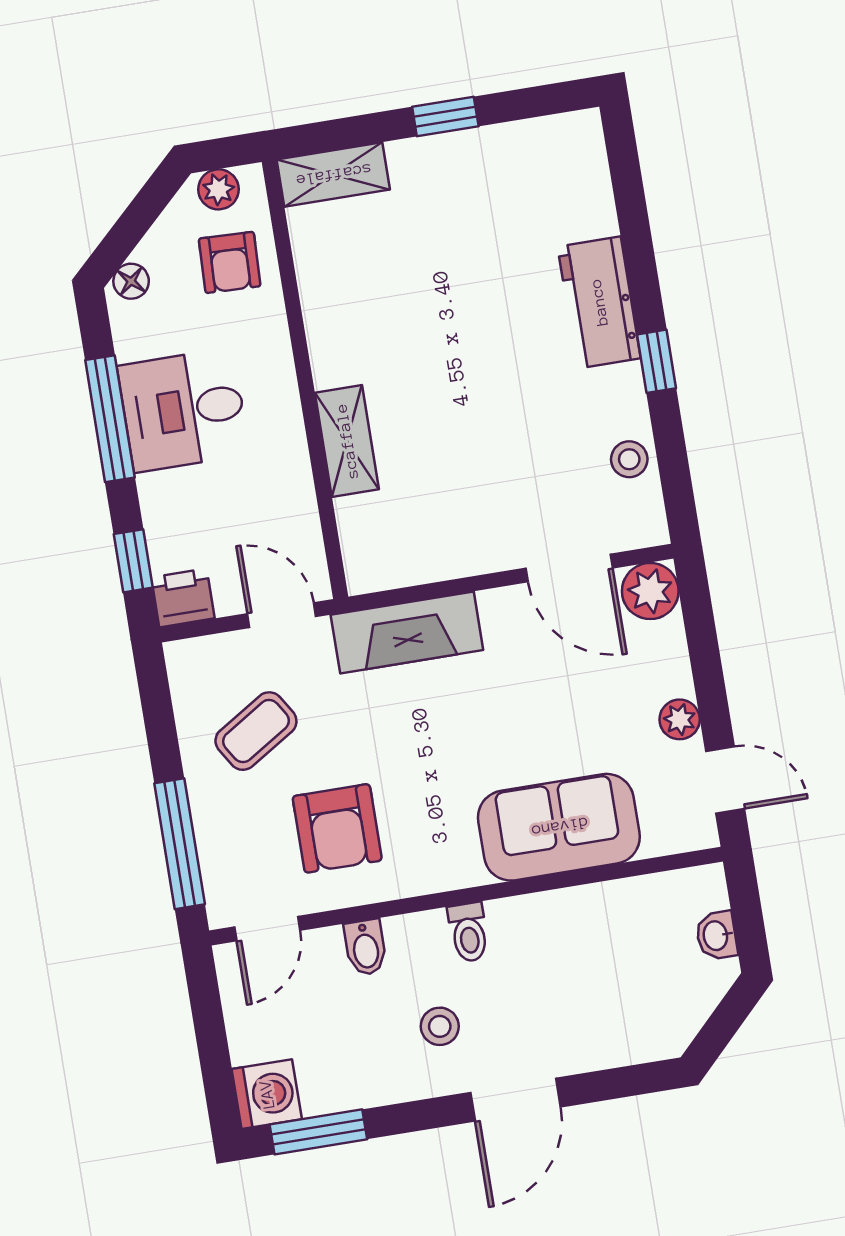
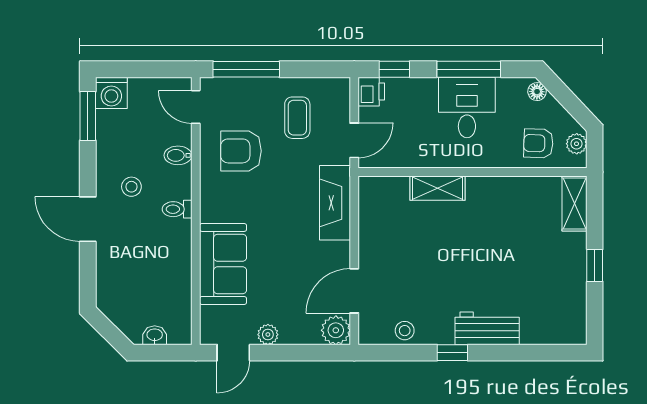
coffee table: (256, 731) -> (297, 118), turned 32

